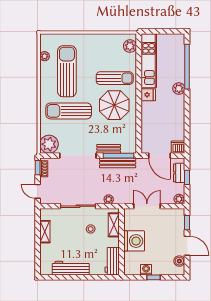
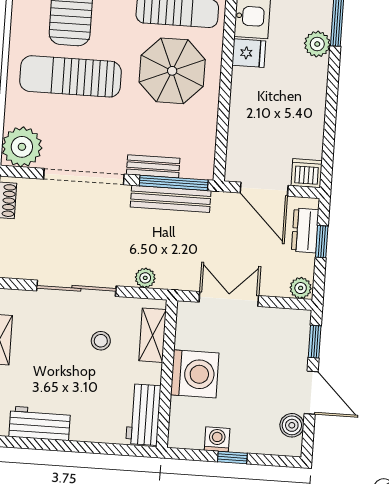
workbench: (71, 268) -> (40, 423), width x0.73

